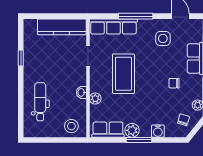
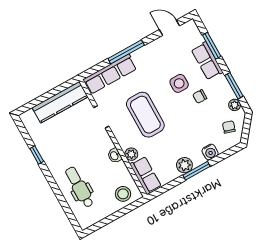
side table: (163, 39) -> (179, 83), moved
row of seats: (108, 130) -> (146, 175), moved, turned 90

